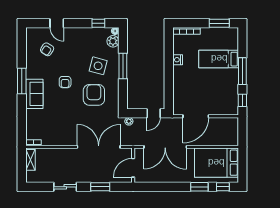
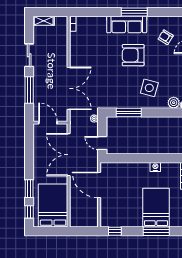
bed: (219, 59) -> (156, 208), width x1.50
window: (123, 66) -> (129, 113), moved
window: (242, 71) -> (156, 231), moved
armchair: (65, 82) -> (133, 55), width x1.88, depth x1.88
sofa: (34, 94) -> (127, 24), width x1.36
armchair: (94, 95) -> (120, 84), removed
shelving: (30, 160) -> (44, 21), moved
window: (100, 187) -> (29, 90), width x1.44

